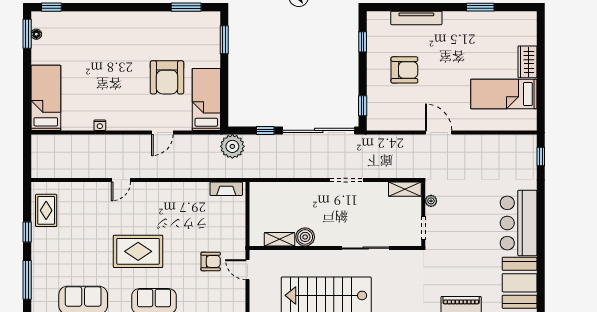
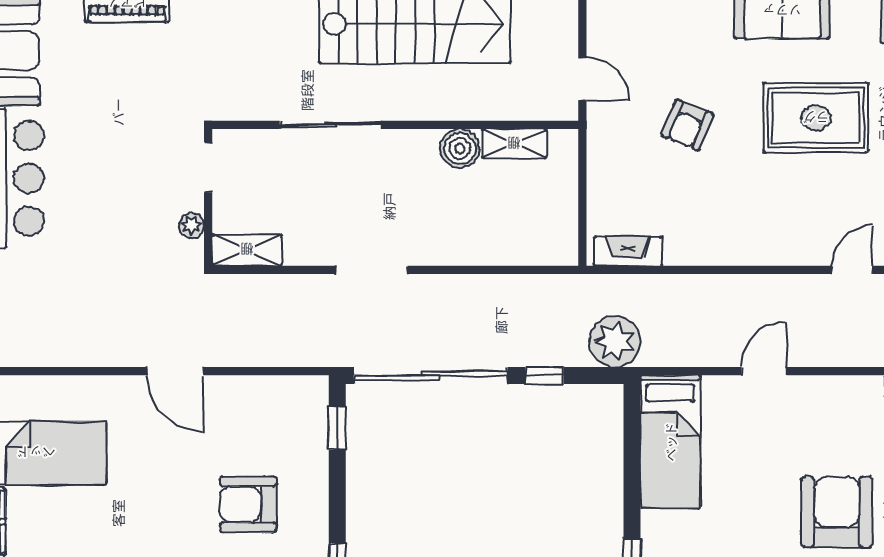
armchair: (167, 77) -> (837, 512), moved
armchair: (211, 261) -> (687, 125), moved, turned -68

